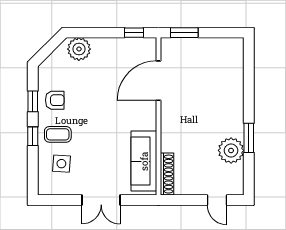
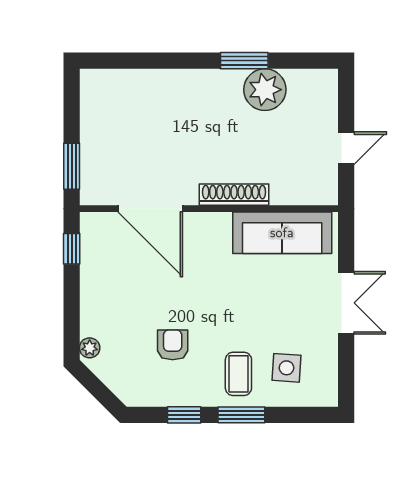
plant: (79, 49) -> (90, 348), width x0.53, depth x0.53
armchair: (55, 100) -> (173, 345), moved
window: (33, 136) -> (241, 415), width x1.50
shoe rack: (167, 174) -> (234, 195), moved
door: (217, 200) -> (346, 148), moved

